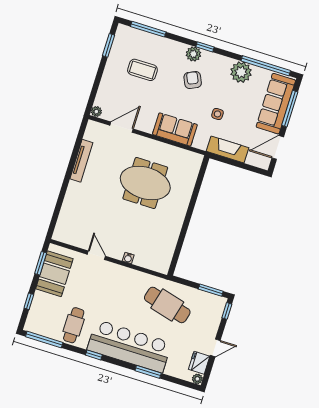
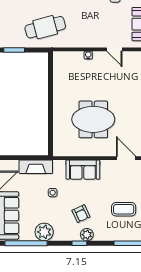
door: (122, 127) -> (126, 158), swing flipped
cafe table: (167, 305) -> (45, 27), turned -30

